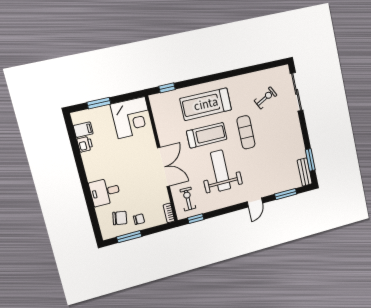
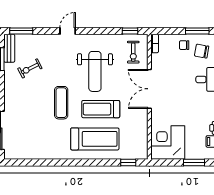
exercise bike: (266, 98) -> (30, 68), moved
window: (286, 194) -> (21, 31), moved

